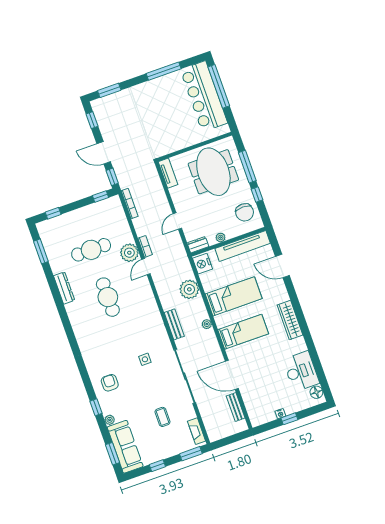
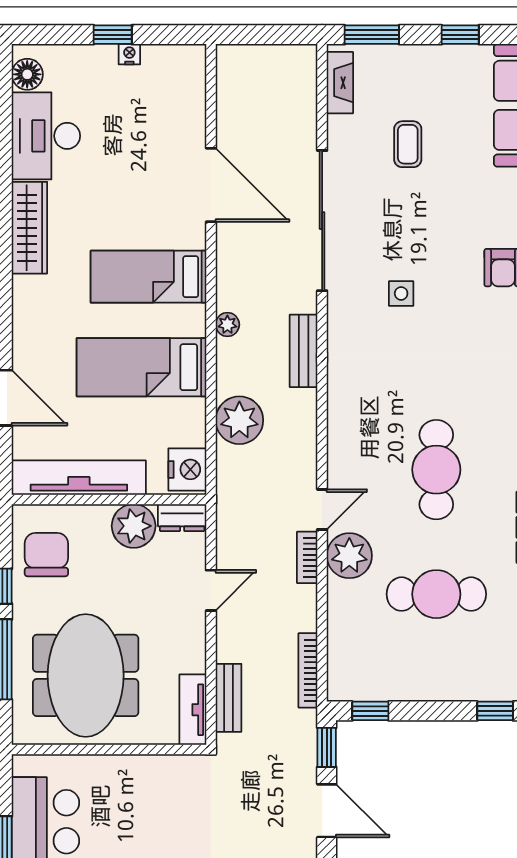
plant: (221, 237) -> (134, 526), width x1.87, depth x1.87
wardrobe: (290, 320) -> (29, 228), moved
bench: (236, 407) -> (229, 698), moved

